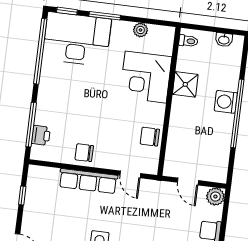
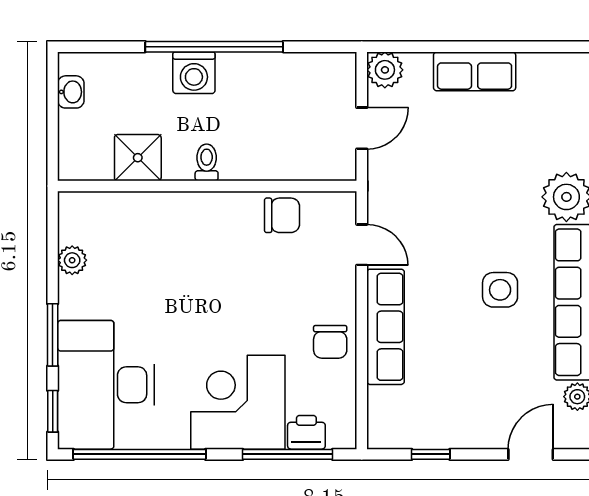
toilet: (188, 41) -> (207, 162), moved
corner desk: (146, 77) -> (238, 402), moved, turned 180
shower: (185, 84) -> (138, 158), moved
chair: (150, 137) -> (282, 215), turned -90
door: (130, 174) -> (362, 245), hinge flipped

